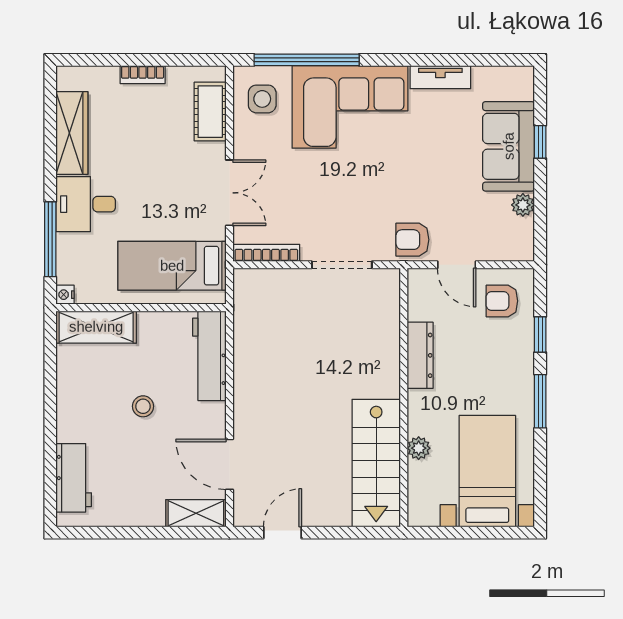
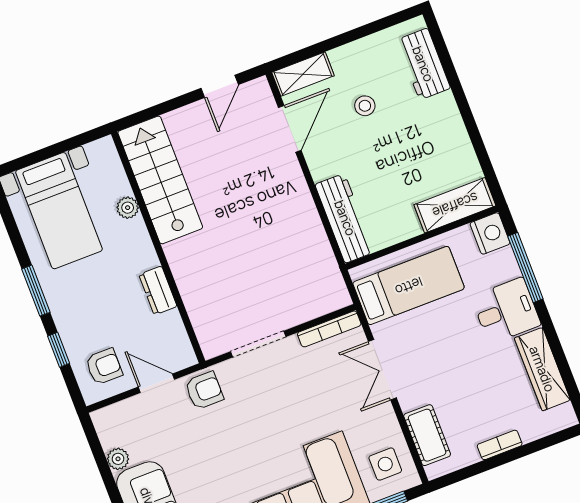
nightstand: (65, 295) -> (490, 233), width x1.89, depth x1.79
dresser: (420, 355) -> (158, 290), width x0.70
stool: (143, 406) -> (365, 106), moved
door: (230, 464) -> (290, 129), hinge flipped

